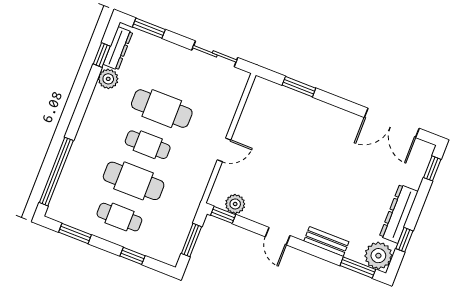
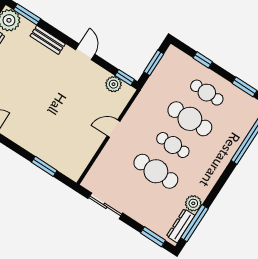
window: (102, 55) -> (195, 223), width x2.17

